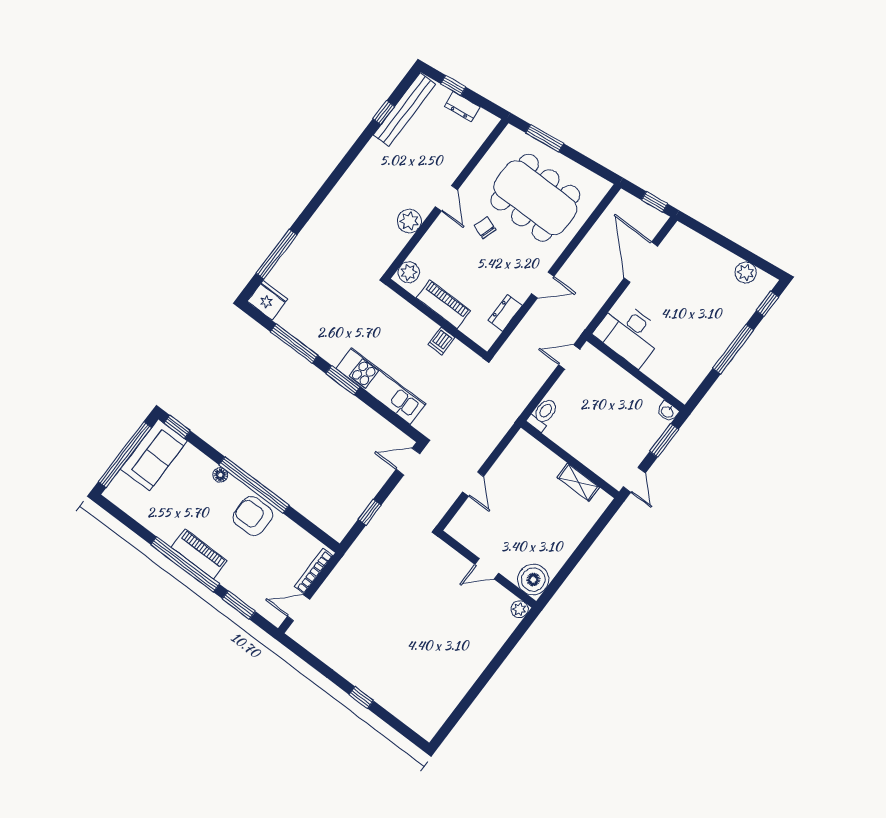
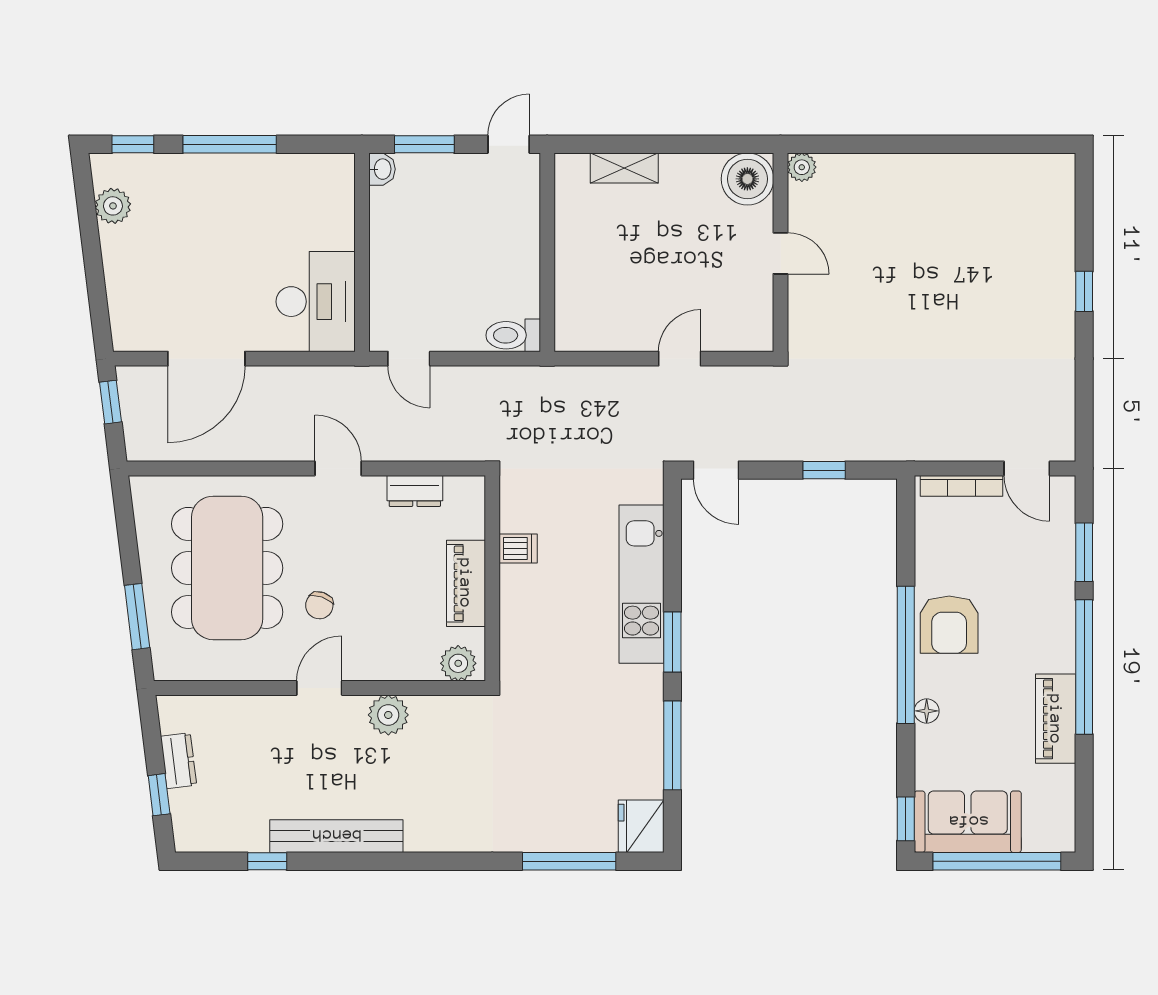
bench: (404, 110) -> (336, 836), moved
shelving: (578, 482) -> (624, 168), moved, turned 90
piano: (199, 554) -> (1056, 719), moved

